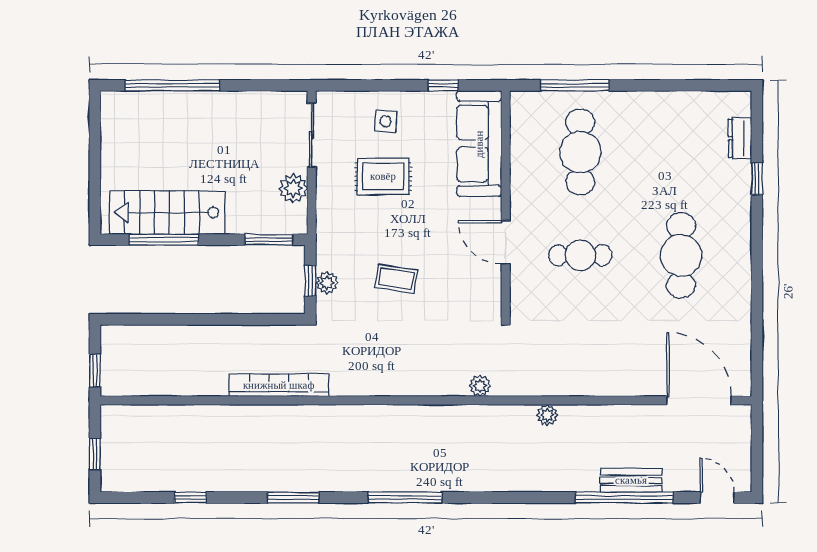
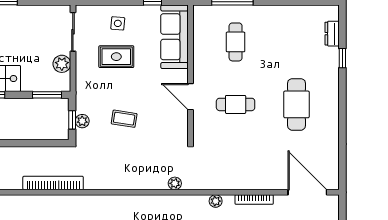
cafe table: (580, 152) -> (236, 42), width x0.73, depth x0.74
bookcase: (611, 412) -> (254, 200), added

